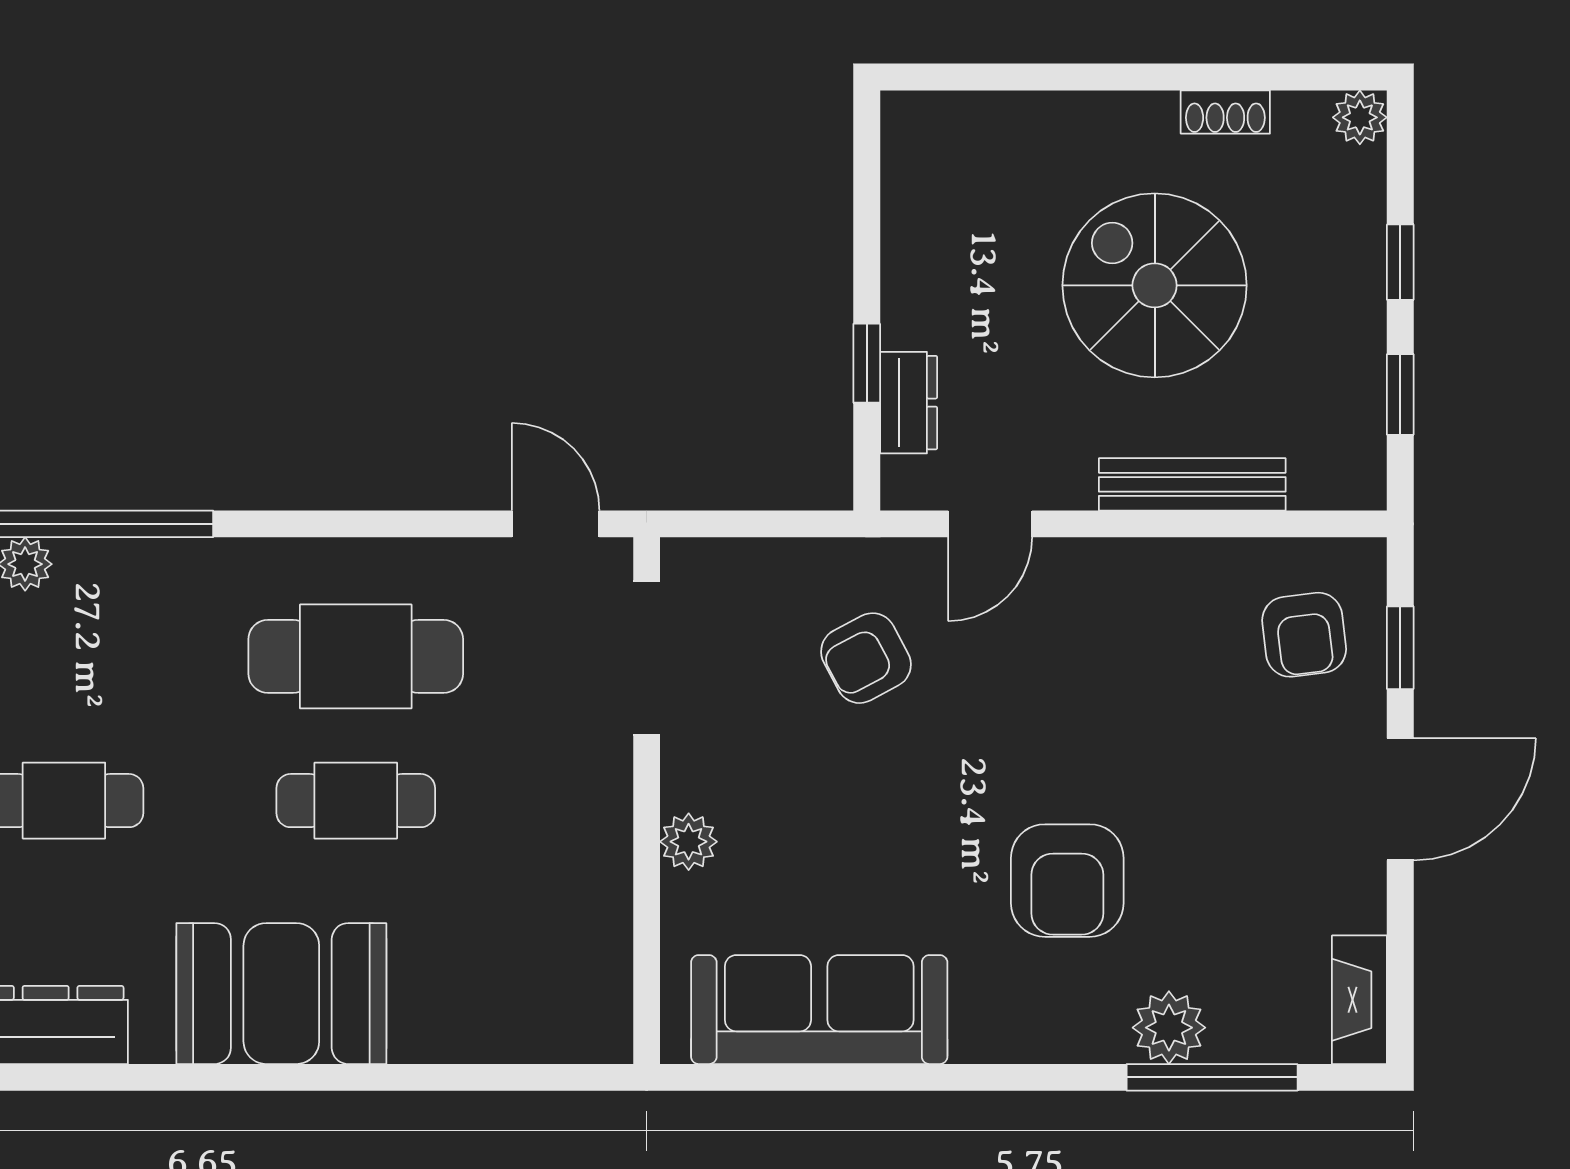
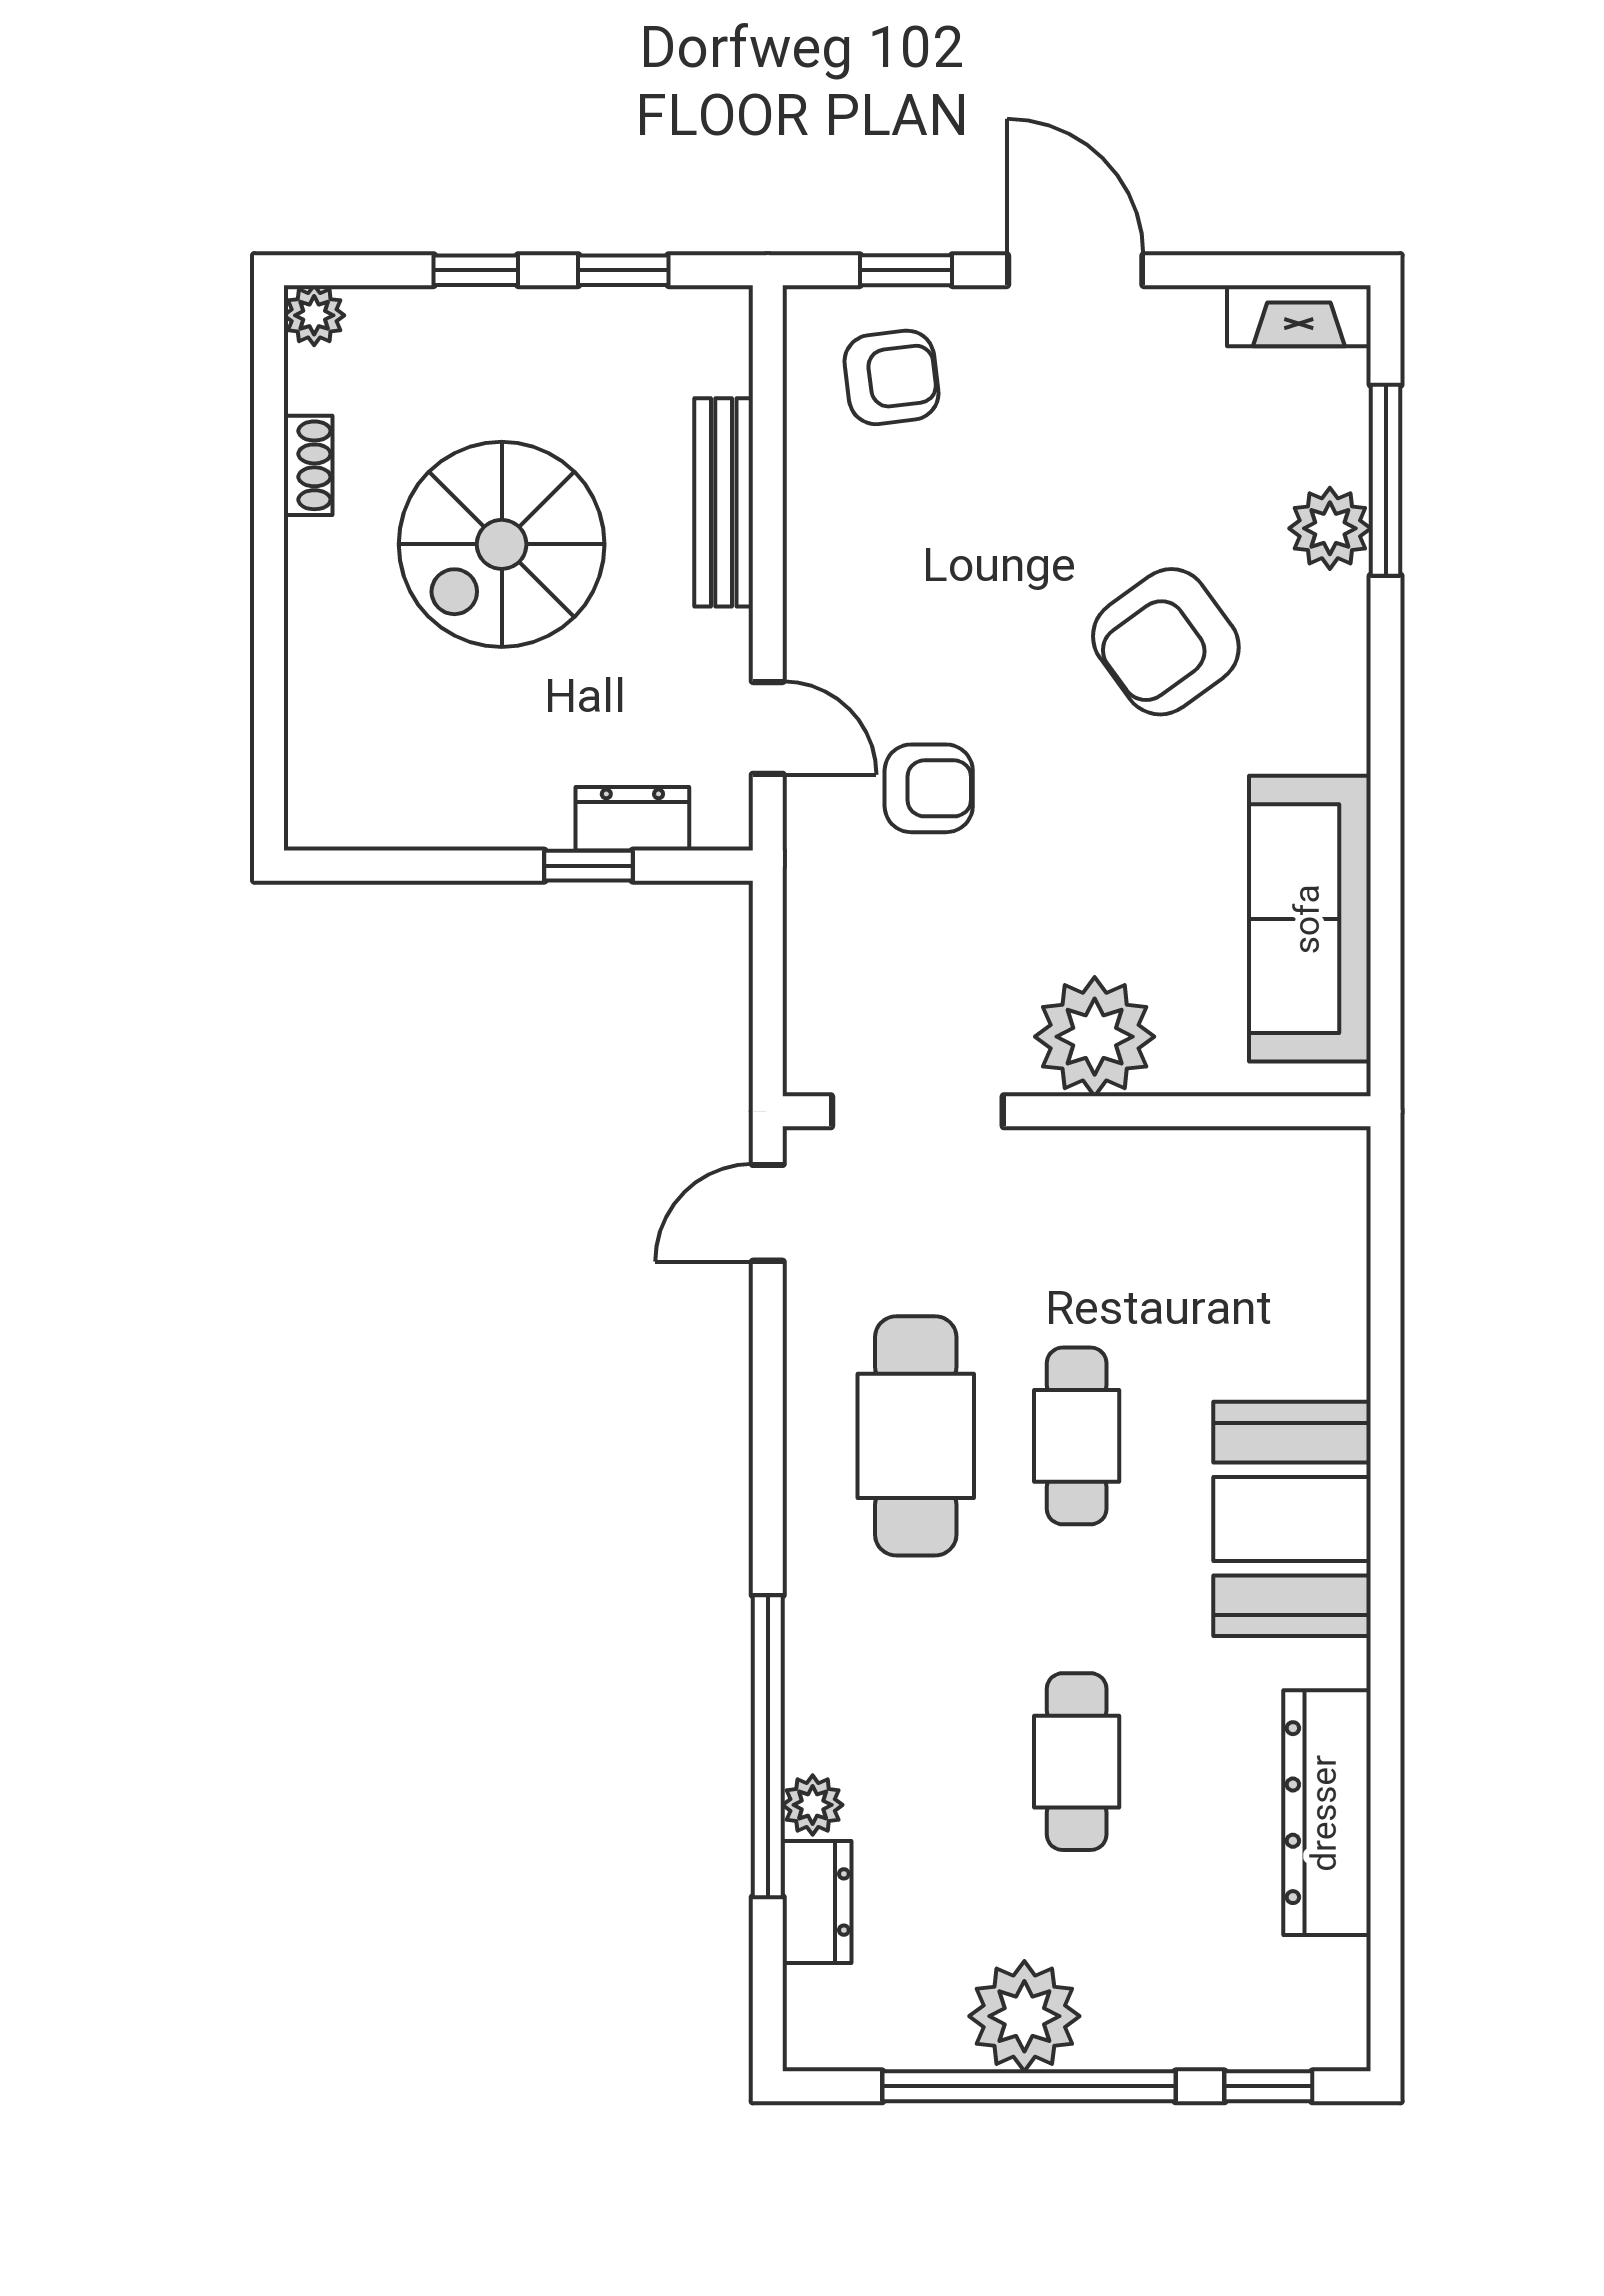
armchair: (866, 658) -> (929, 788), moved, turned -62
plant: (689, 842) -> (1095, 1037), width x1.87, depth x1.87
armchair: (1067, 881) -> (1166, 642), turned 144

